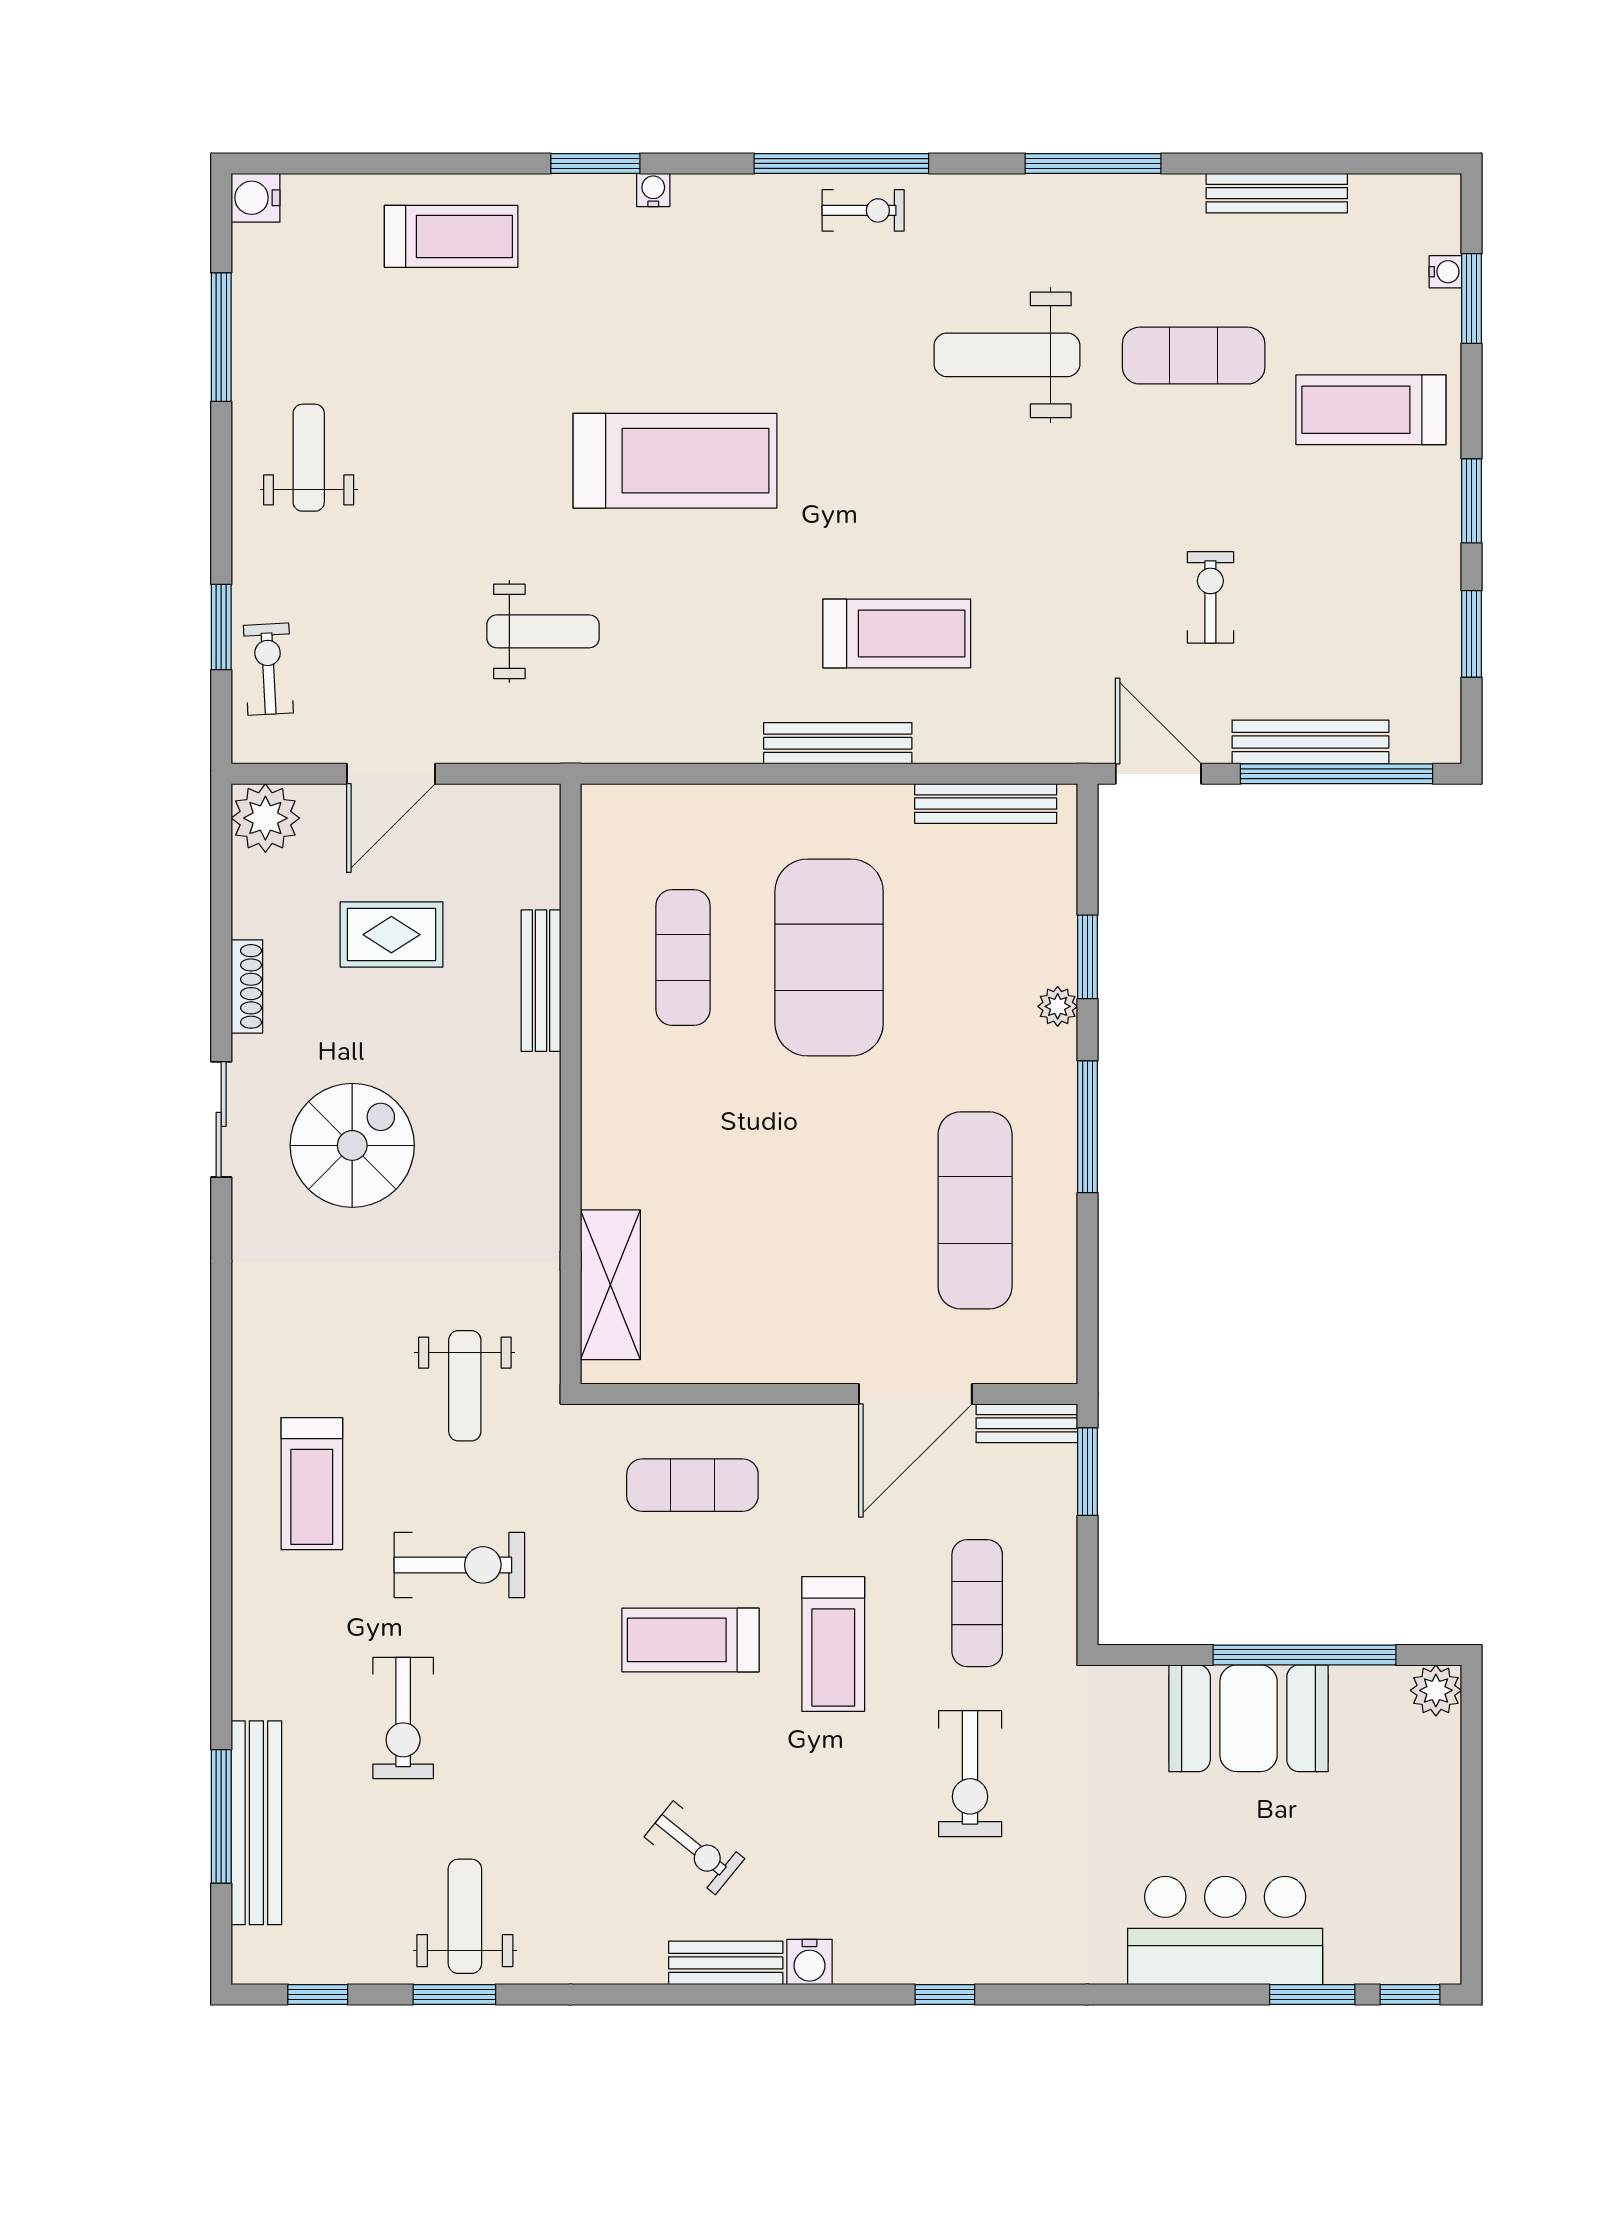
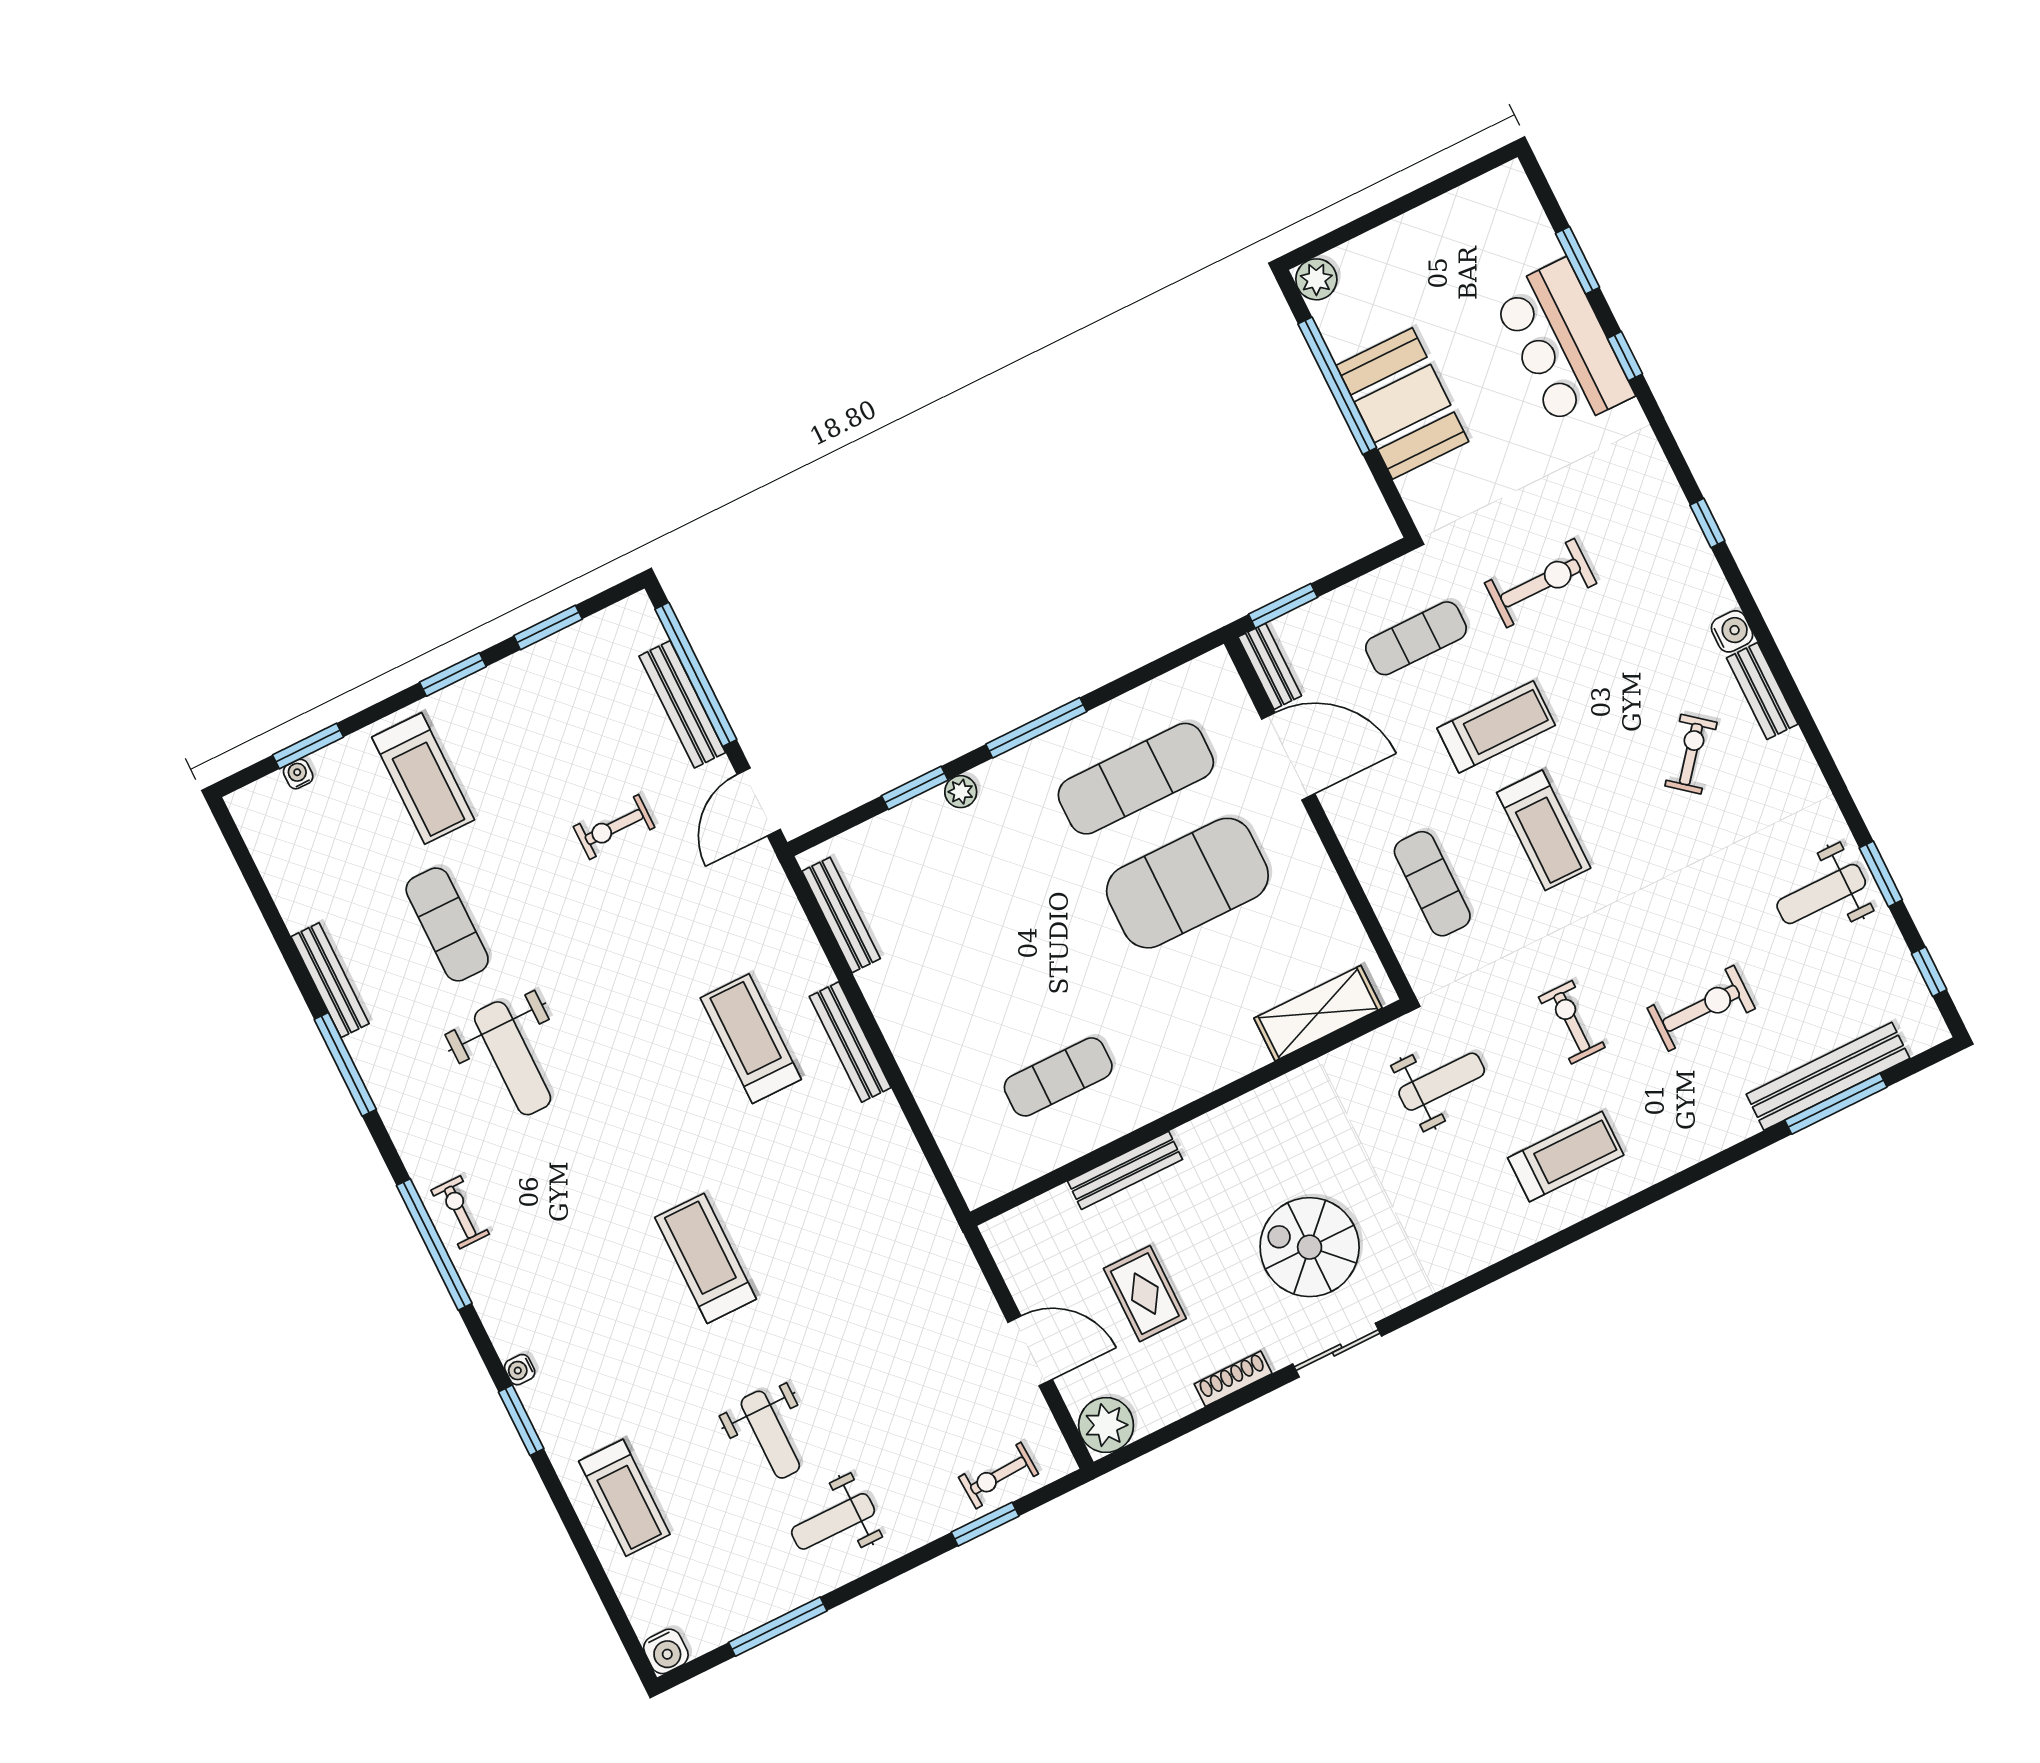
bench: (1277, 193) -> (330, 980), moved
treadmill: (451, 236) -> (624, 1498), turned 180
treadmill: (675, 461) -> (706, 1258), width x0.73, depth x0.73
weight bench: (543, 631) -> (770, 1435), moved, turned 180
exercise mat: (829, 957) -> (1187, 883), moved
exercise bike: (459, 1565) -> (1572, 1022), width x0.73, depth x0.72
window: (1410, 1995) -> (1625, 356), moved

